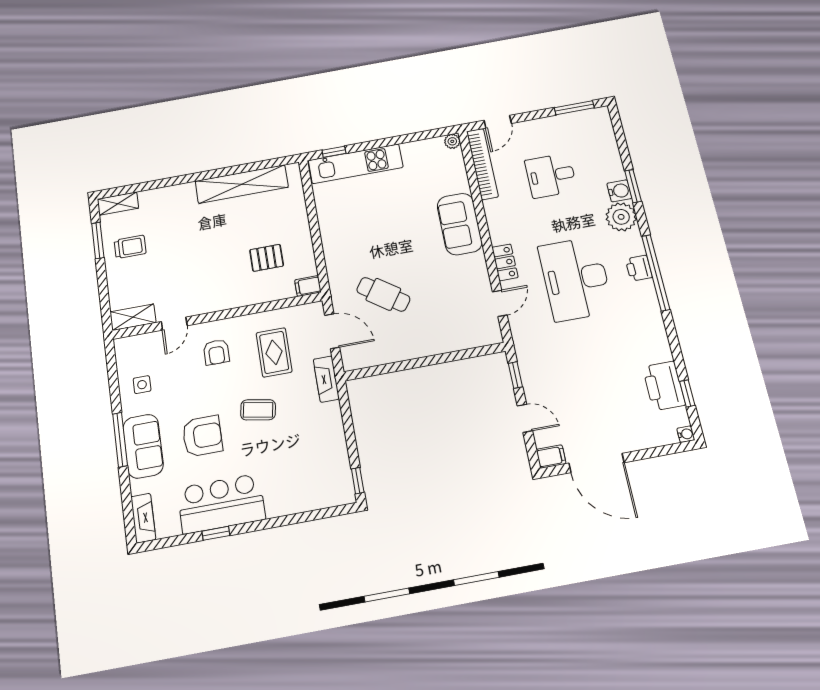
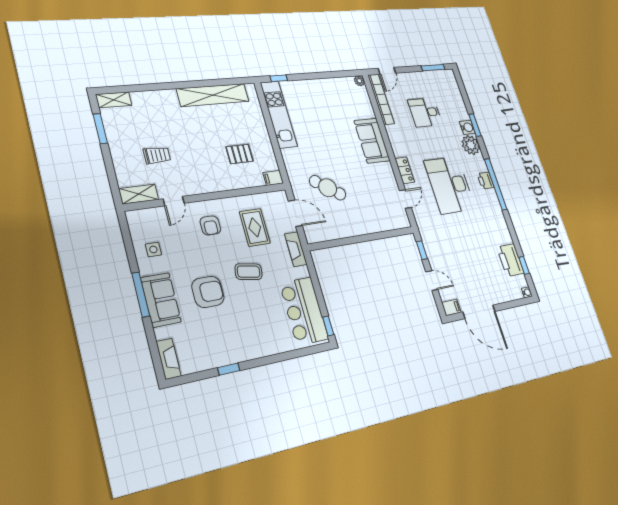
kitchen unit: (356, 164) -> (279, 114), moved, turned -90
trolley: (130, 247) -> (157, 155), moved
bar counter: (221, 504) -> (304, 311), moved, turned -90

